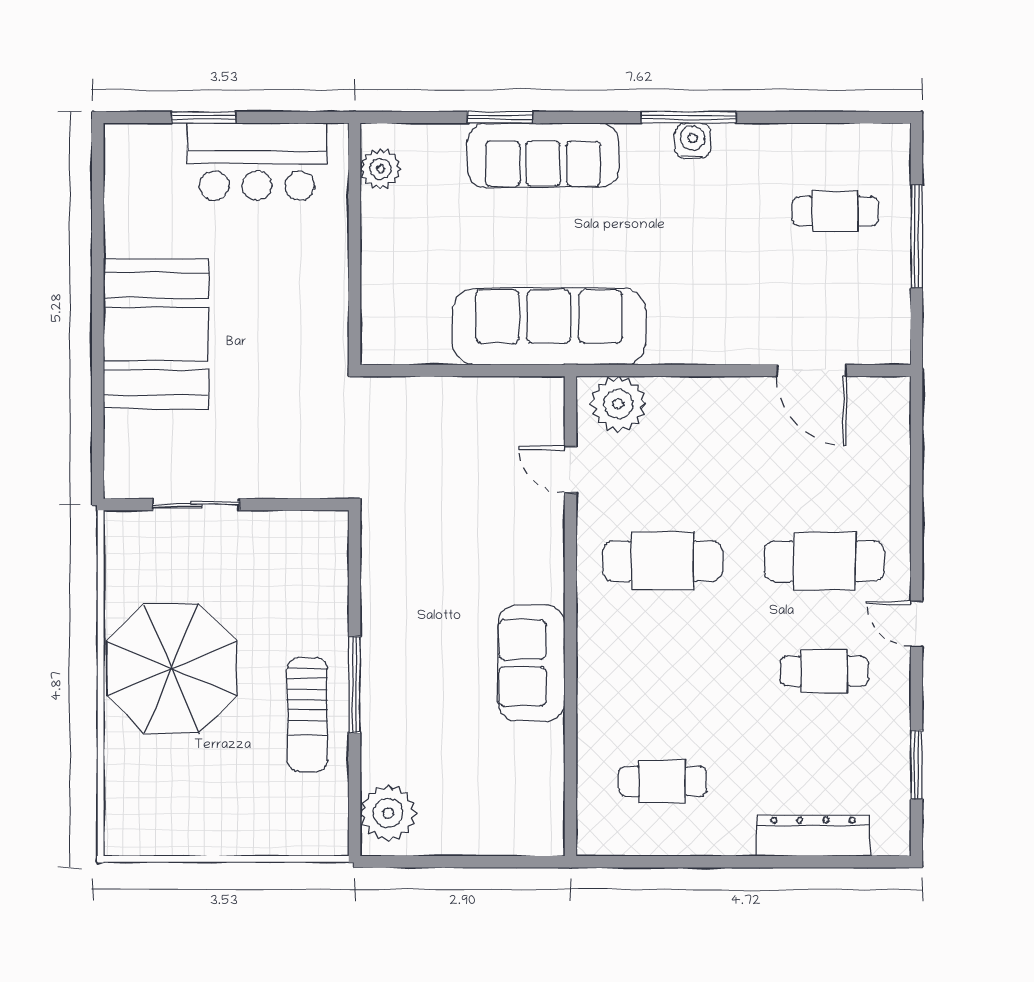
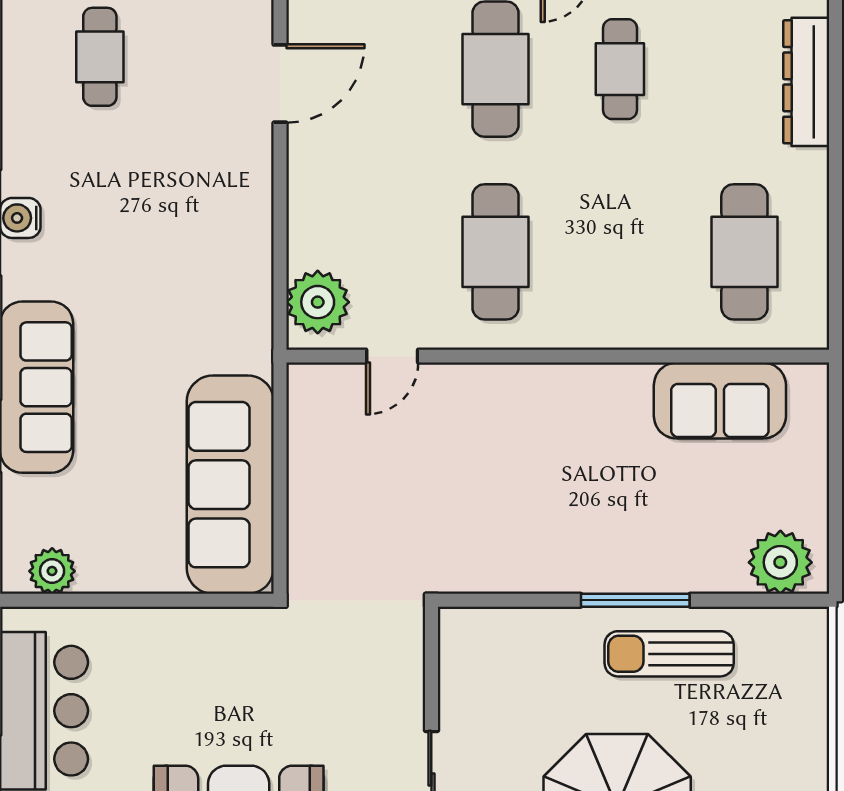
sofa: (549, 327) -> (230, 485), moved
sofa: (531, 663) -> (720, 401), moved
sun lounger: (307, 715) -> (669, 654), turned 180
cafe table: (663, 781) -> (744, 252), width x1.37, depth x1.35

